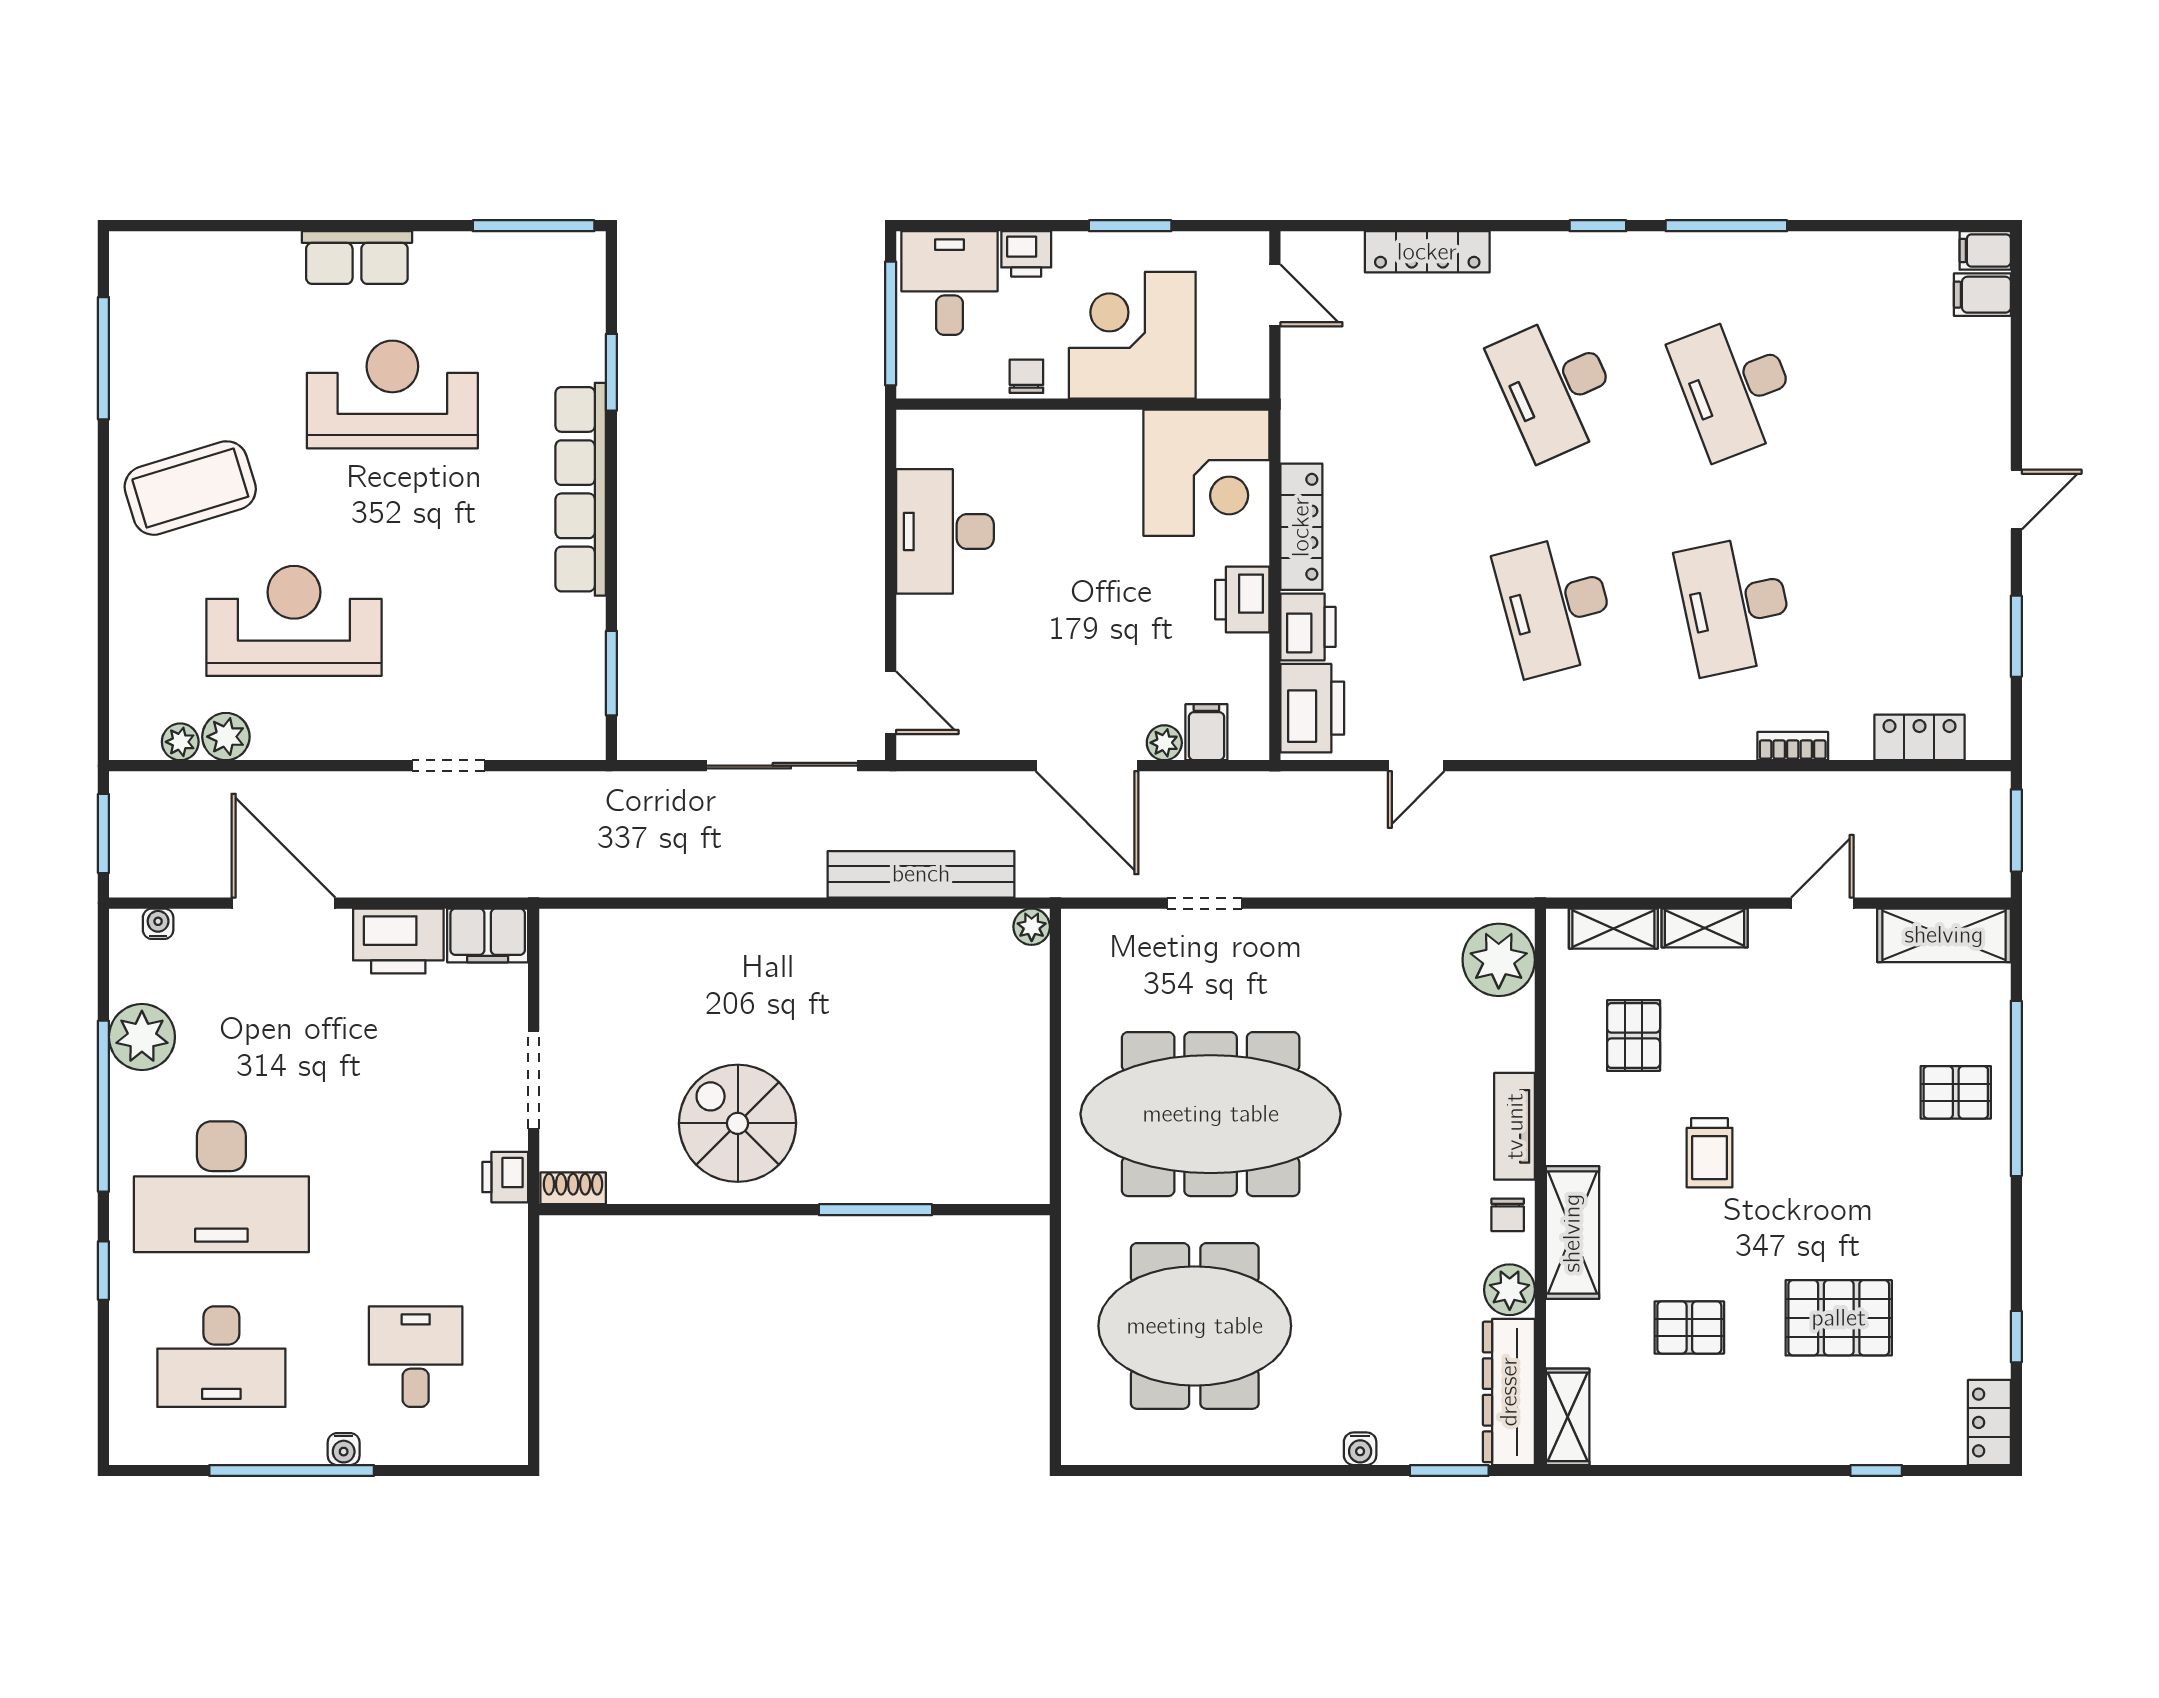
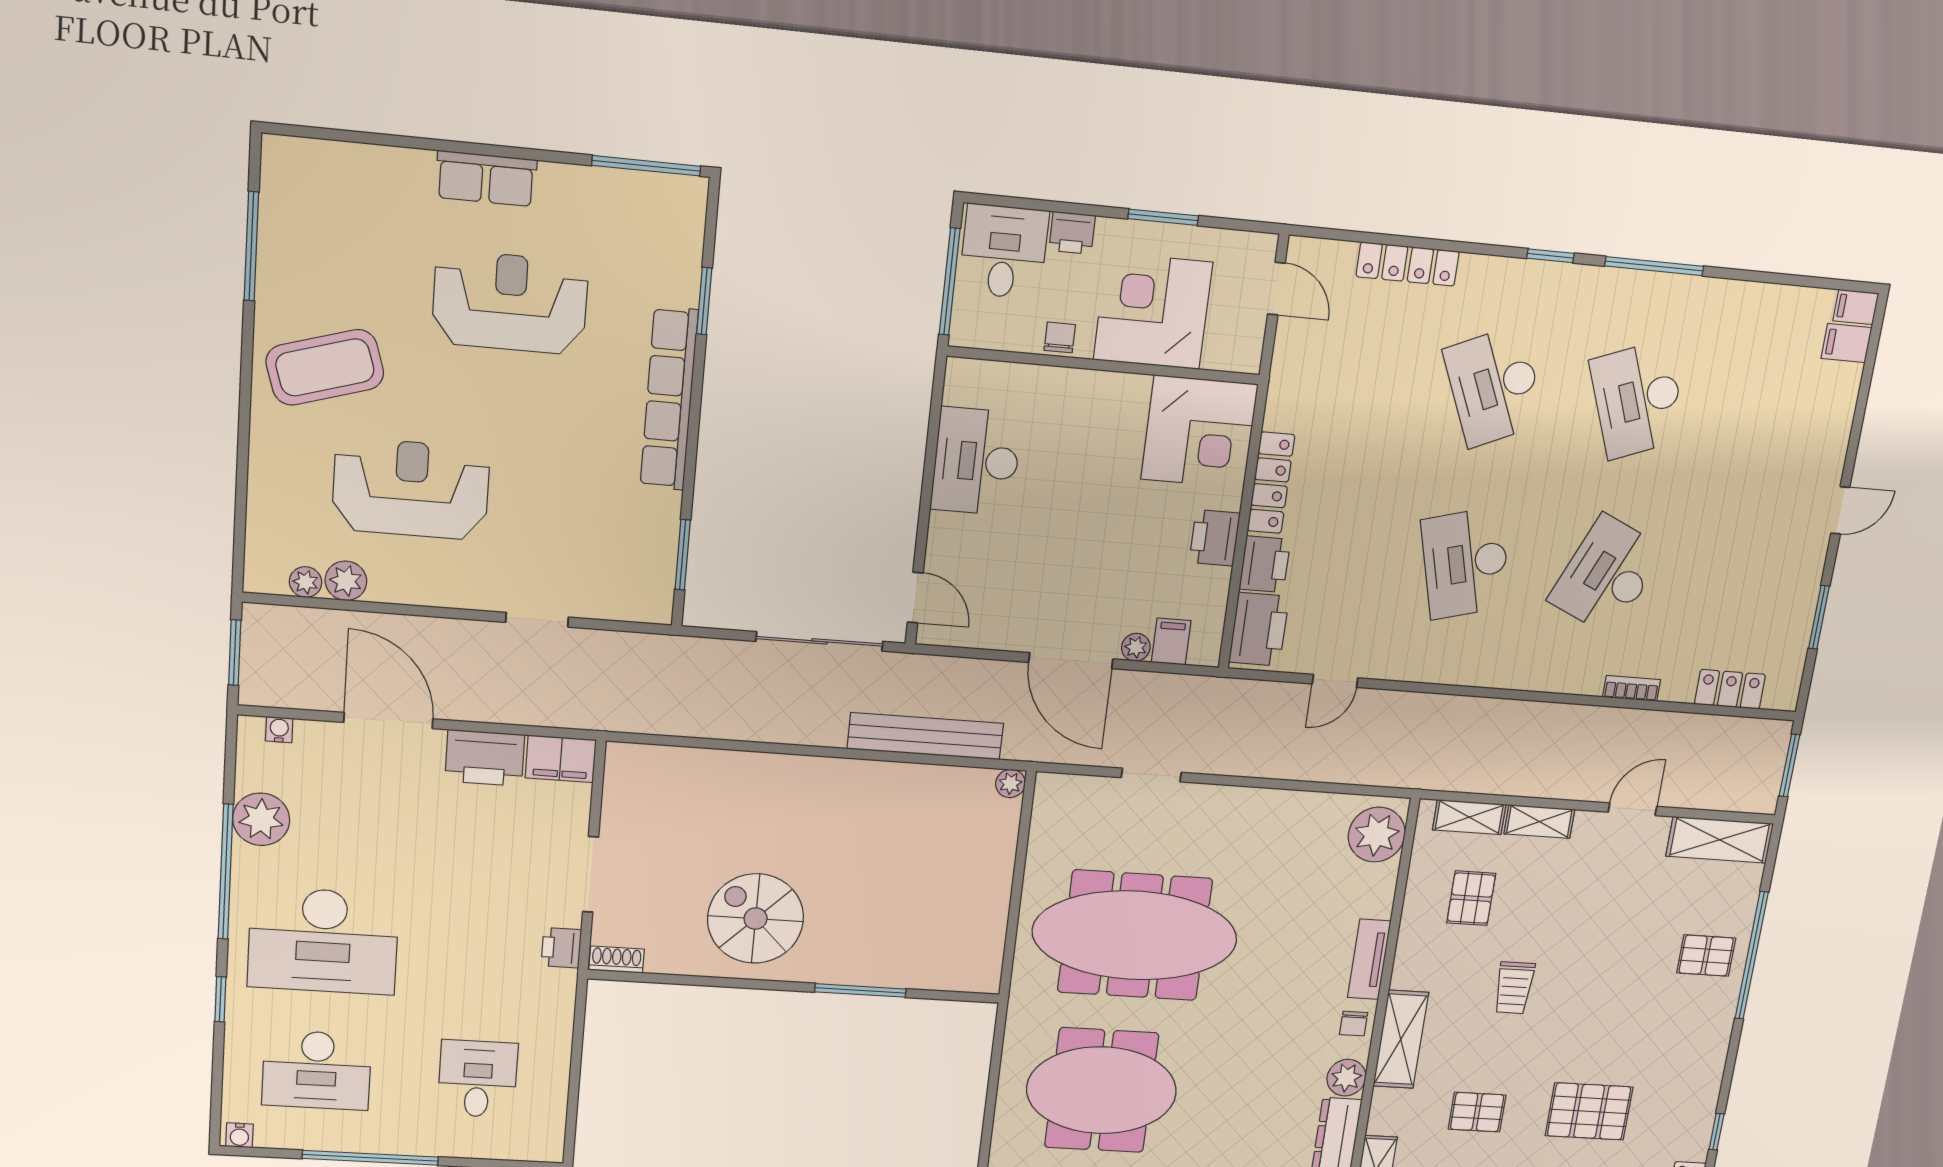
desk: (1735, 605) -> (1607, 575), turned 36
water cooler: (344, 1449) -> (239, 1135), moved

